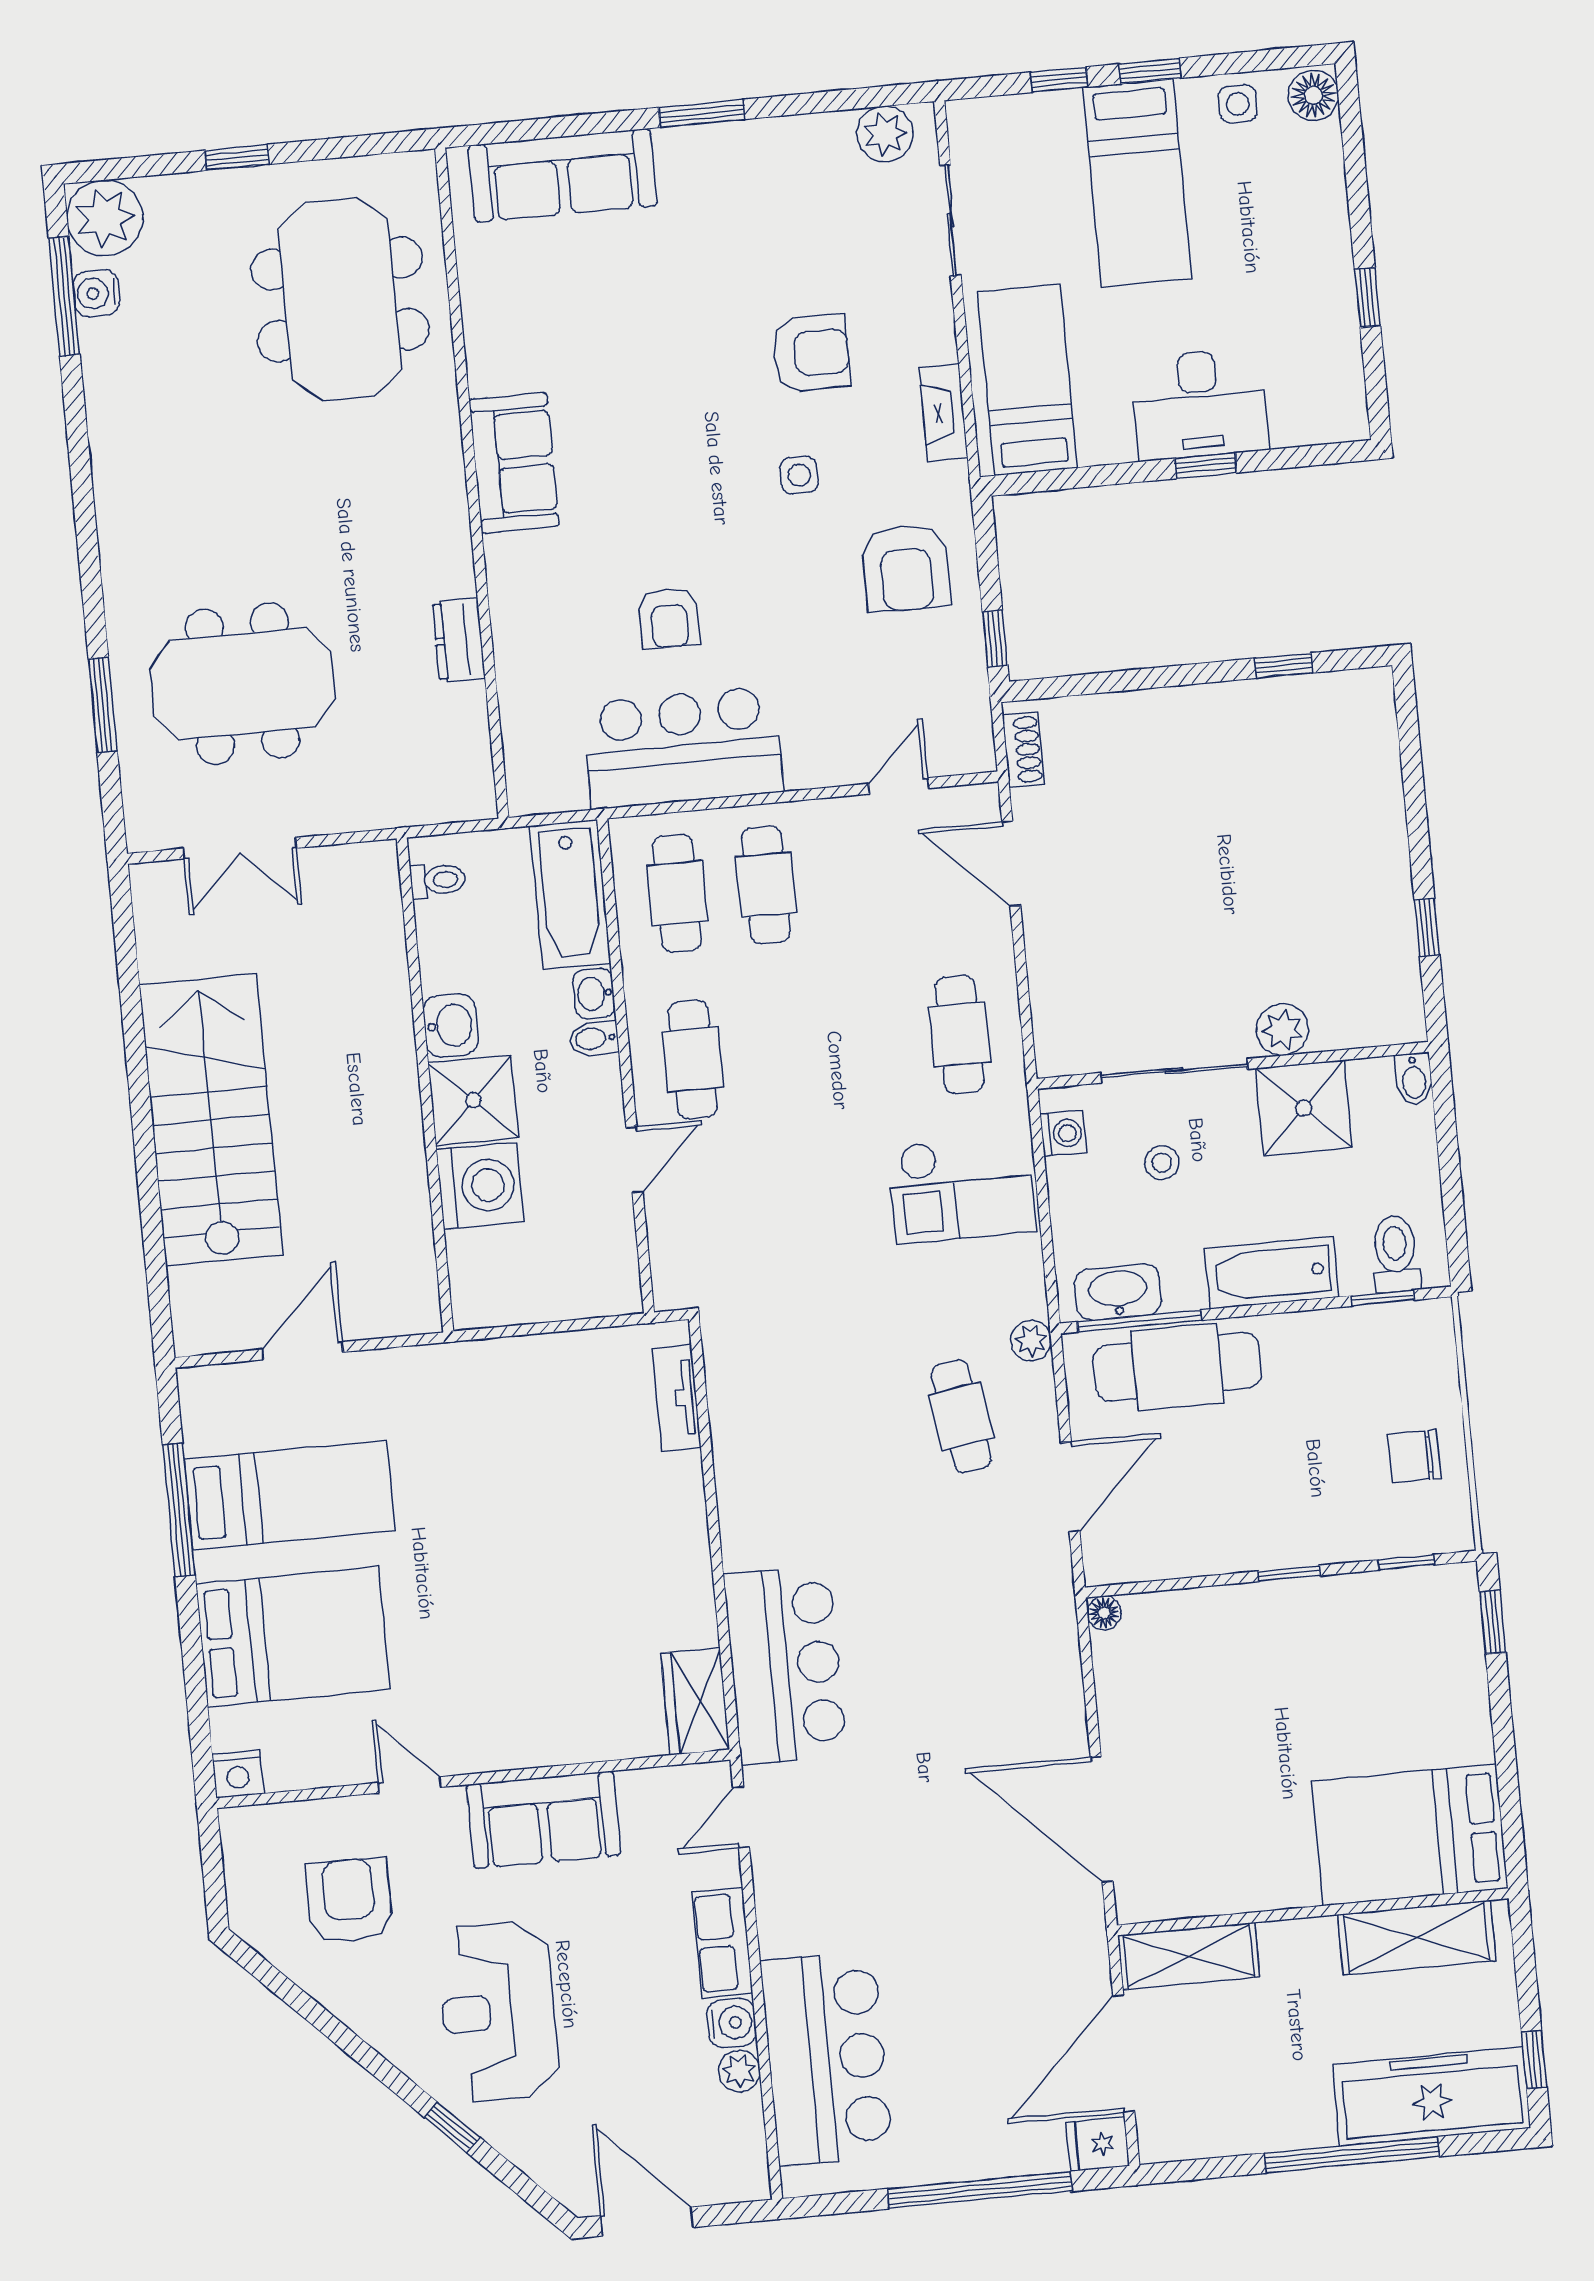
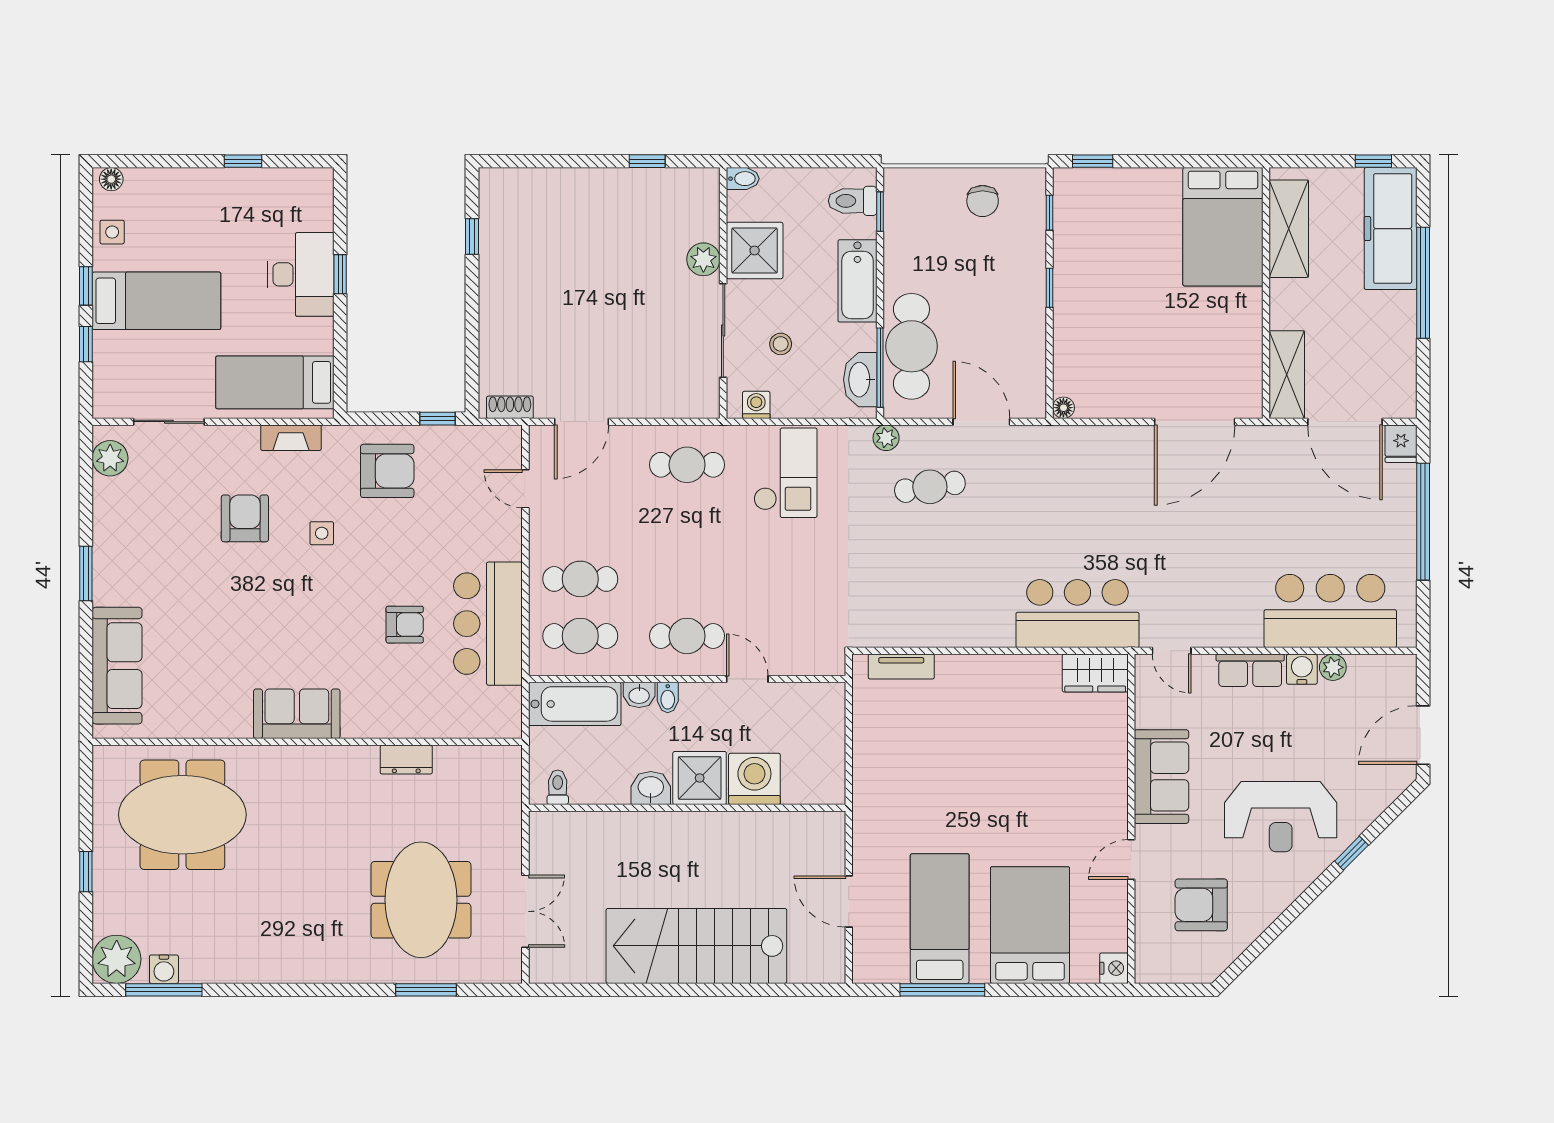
floor lamp: (1313, 95) -> (111, 179), width x0.73, depth x0.73

